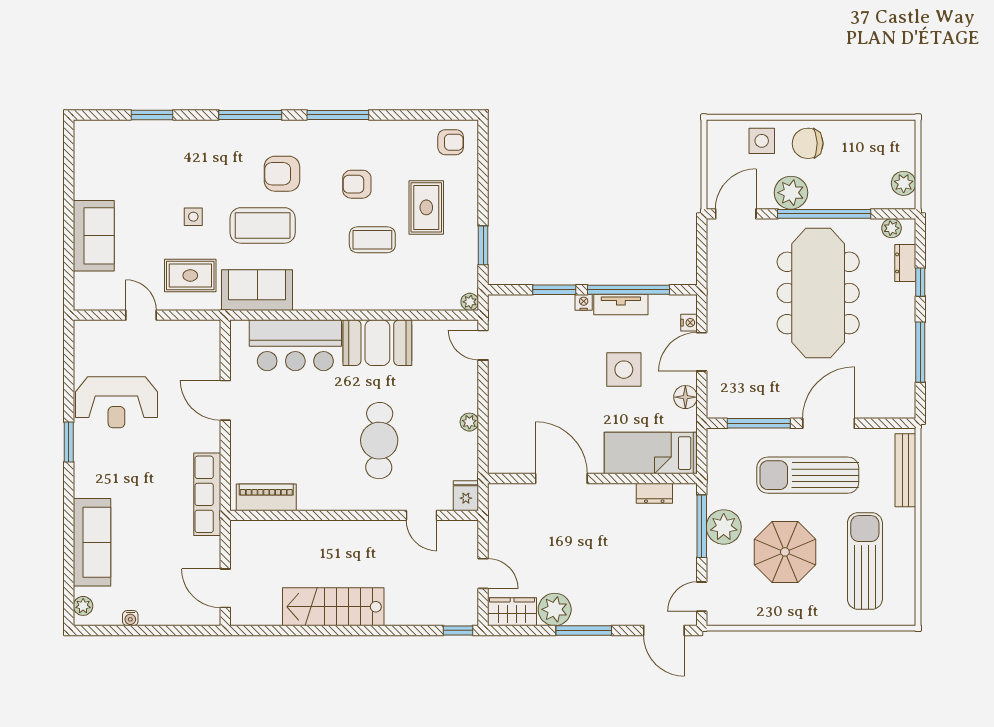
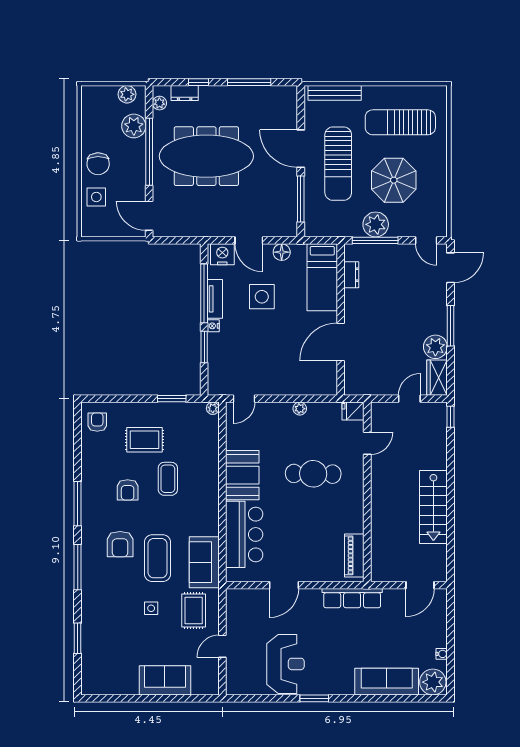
plant: (791, 193) -> (134, 126), moved
nightstand: (689, 323) -> (222, 254), width x1.89, depth x1.79
plant: (83, 606) -> (433, 682), width x1.87, depth x1.87

